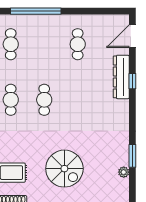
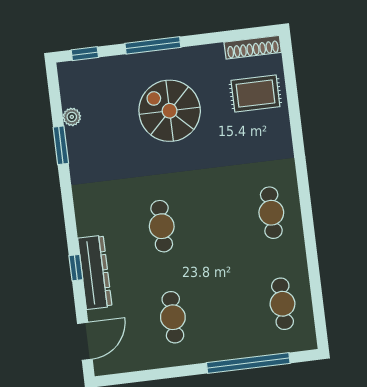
cafe table: (44, 100) -> (162, 226), moved

